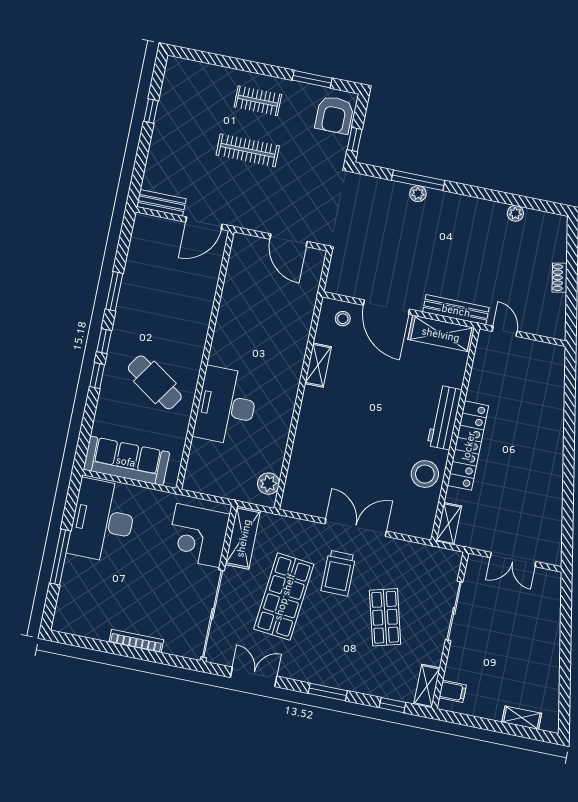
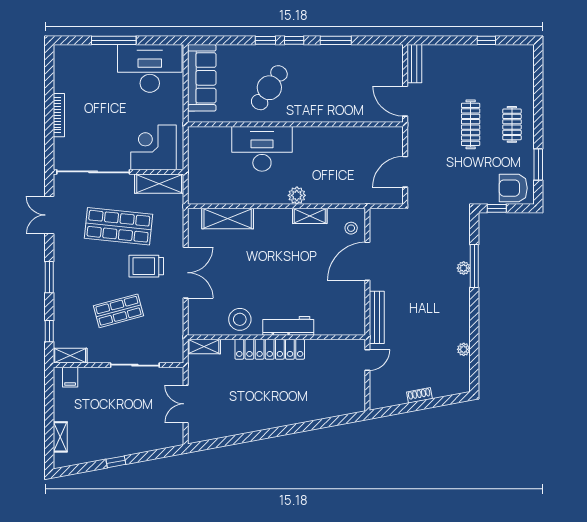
shelving: (441, 334) -> (228, 219), moved, turned 90
plant: (268, 484) -> (297, 195), moved
window: (565, 657) -> (116, 462), added
double door: (254, 677) -> (49, 215), swing flipped

